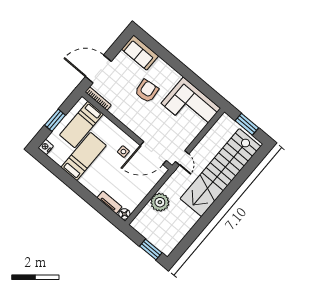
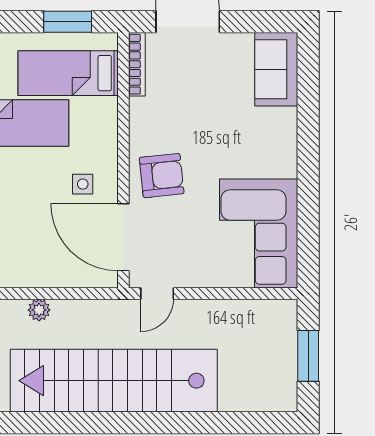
armchair: (147, 91) -> (162, 176), moved
window: (55, 120) -> (68, 22), moved
stairs: (220, 173) -> (114, 381), moved
plant: (160, 202) -> (39, 310), width x0.53, depth x0.53

